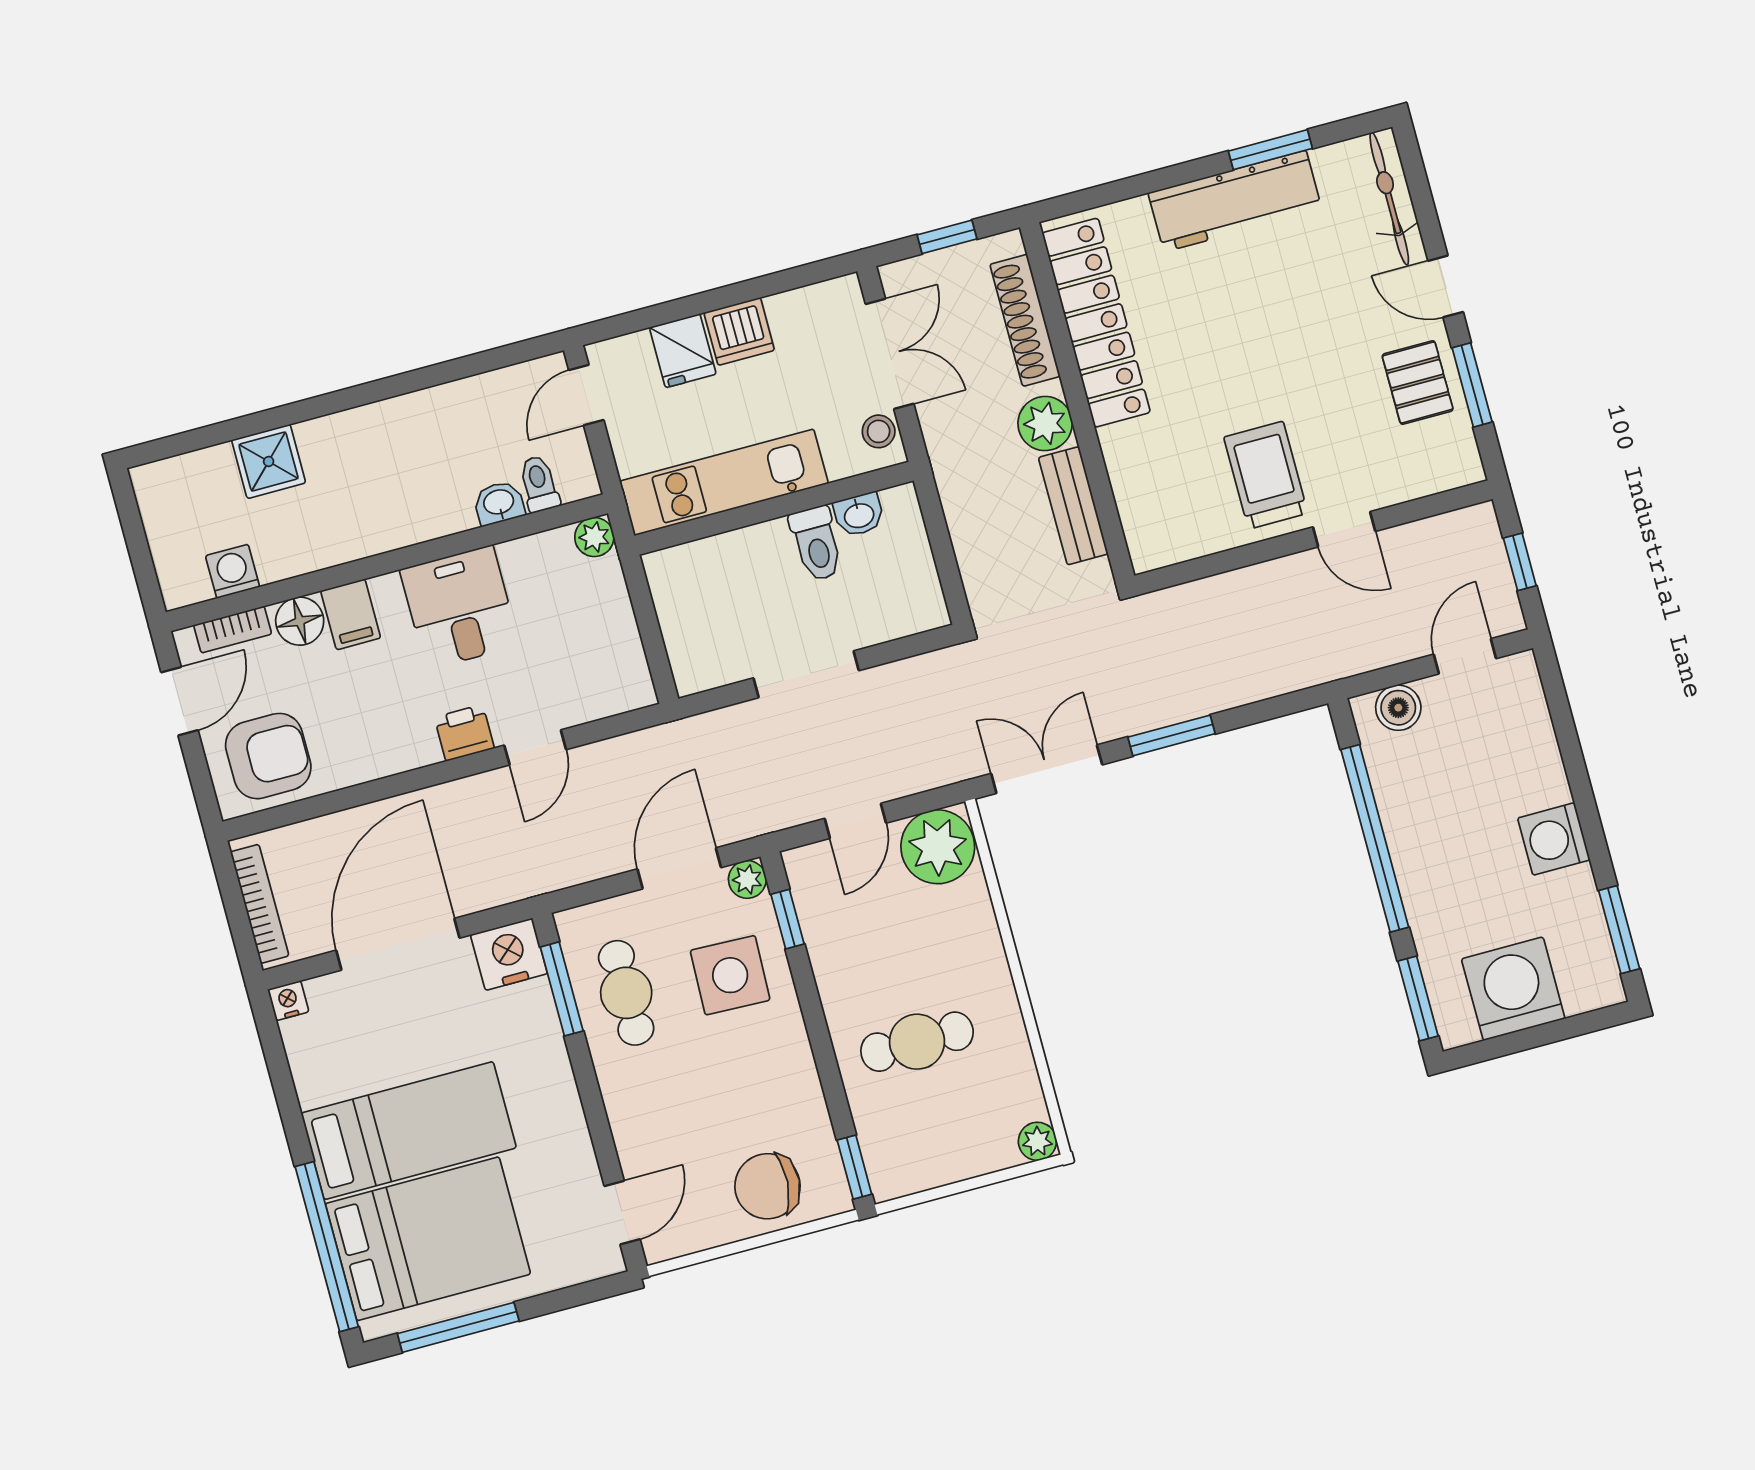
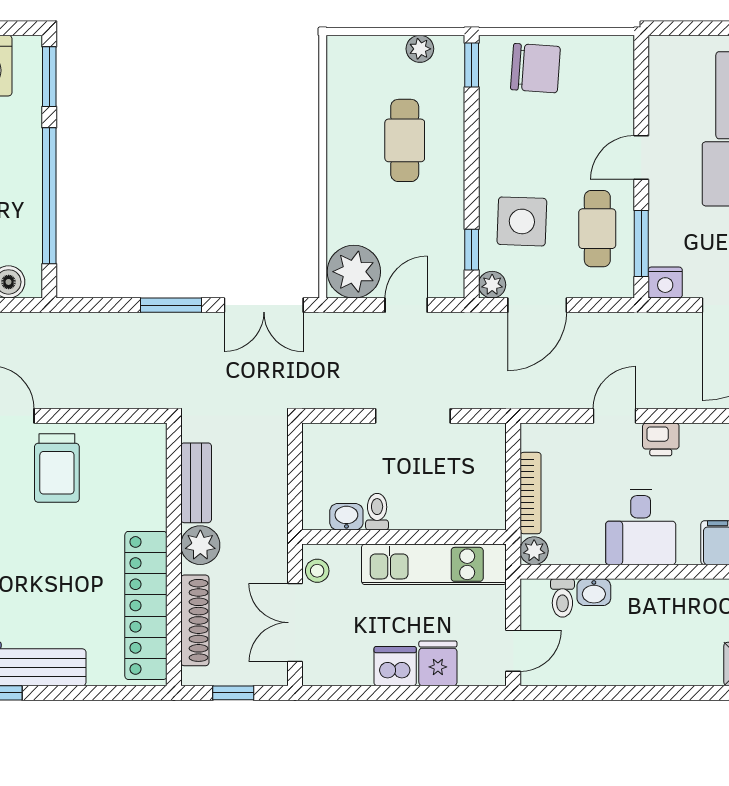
toilet: (816, 544) -> (377, 512), width x0.73, depth x0.72
bookcase: (620, 613) -> (531, 493), added
nightstand: (509, 954) -> (665, 283), width x0.74, depth x0.75
cafe table: (917, 1042) -> (405, 140), turned 90
plant: (1037, 1141) -> (420, 49), moved
door: (622, 1213) -> (641, 157), moved

